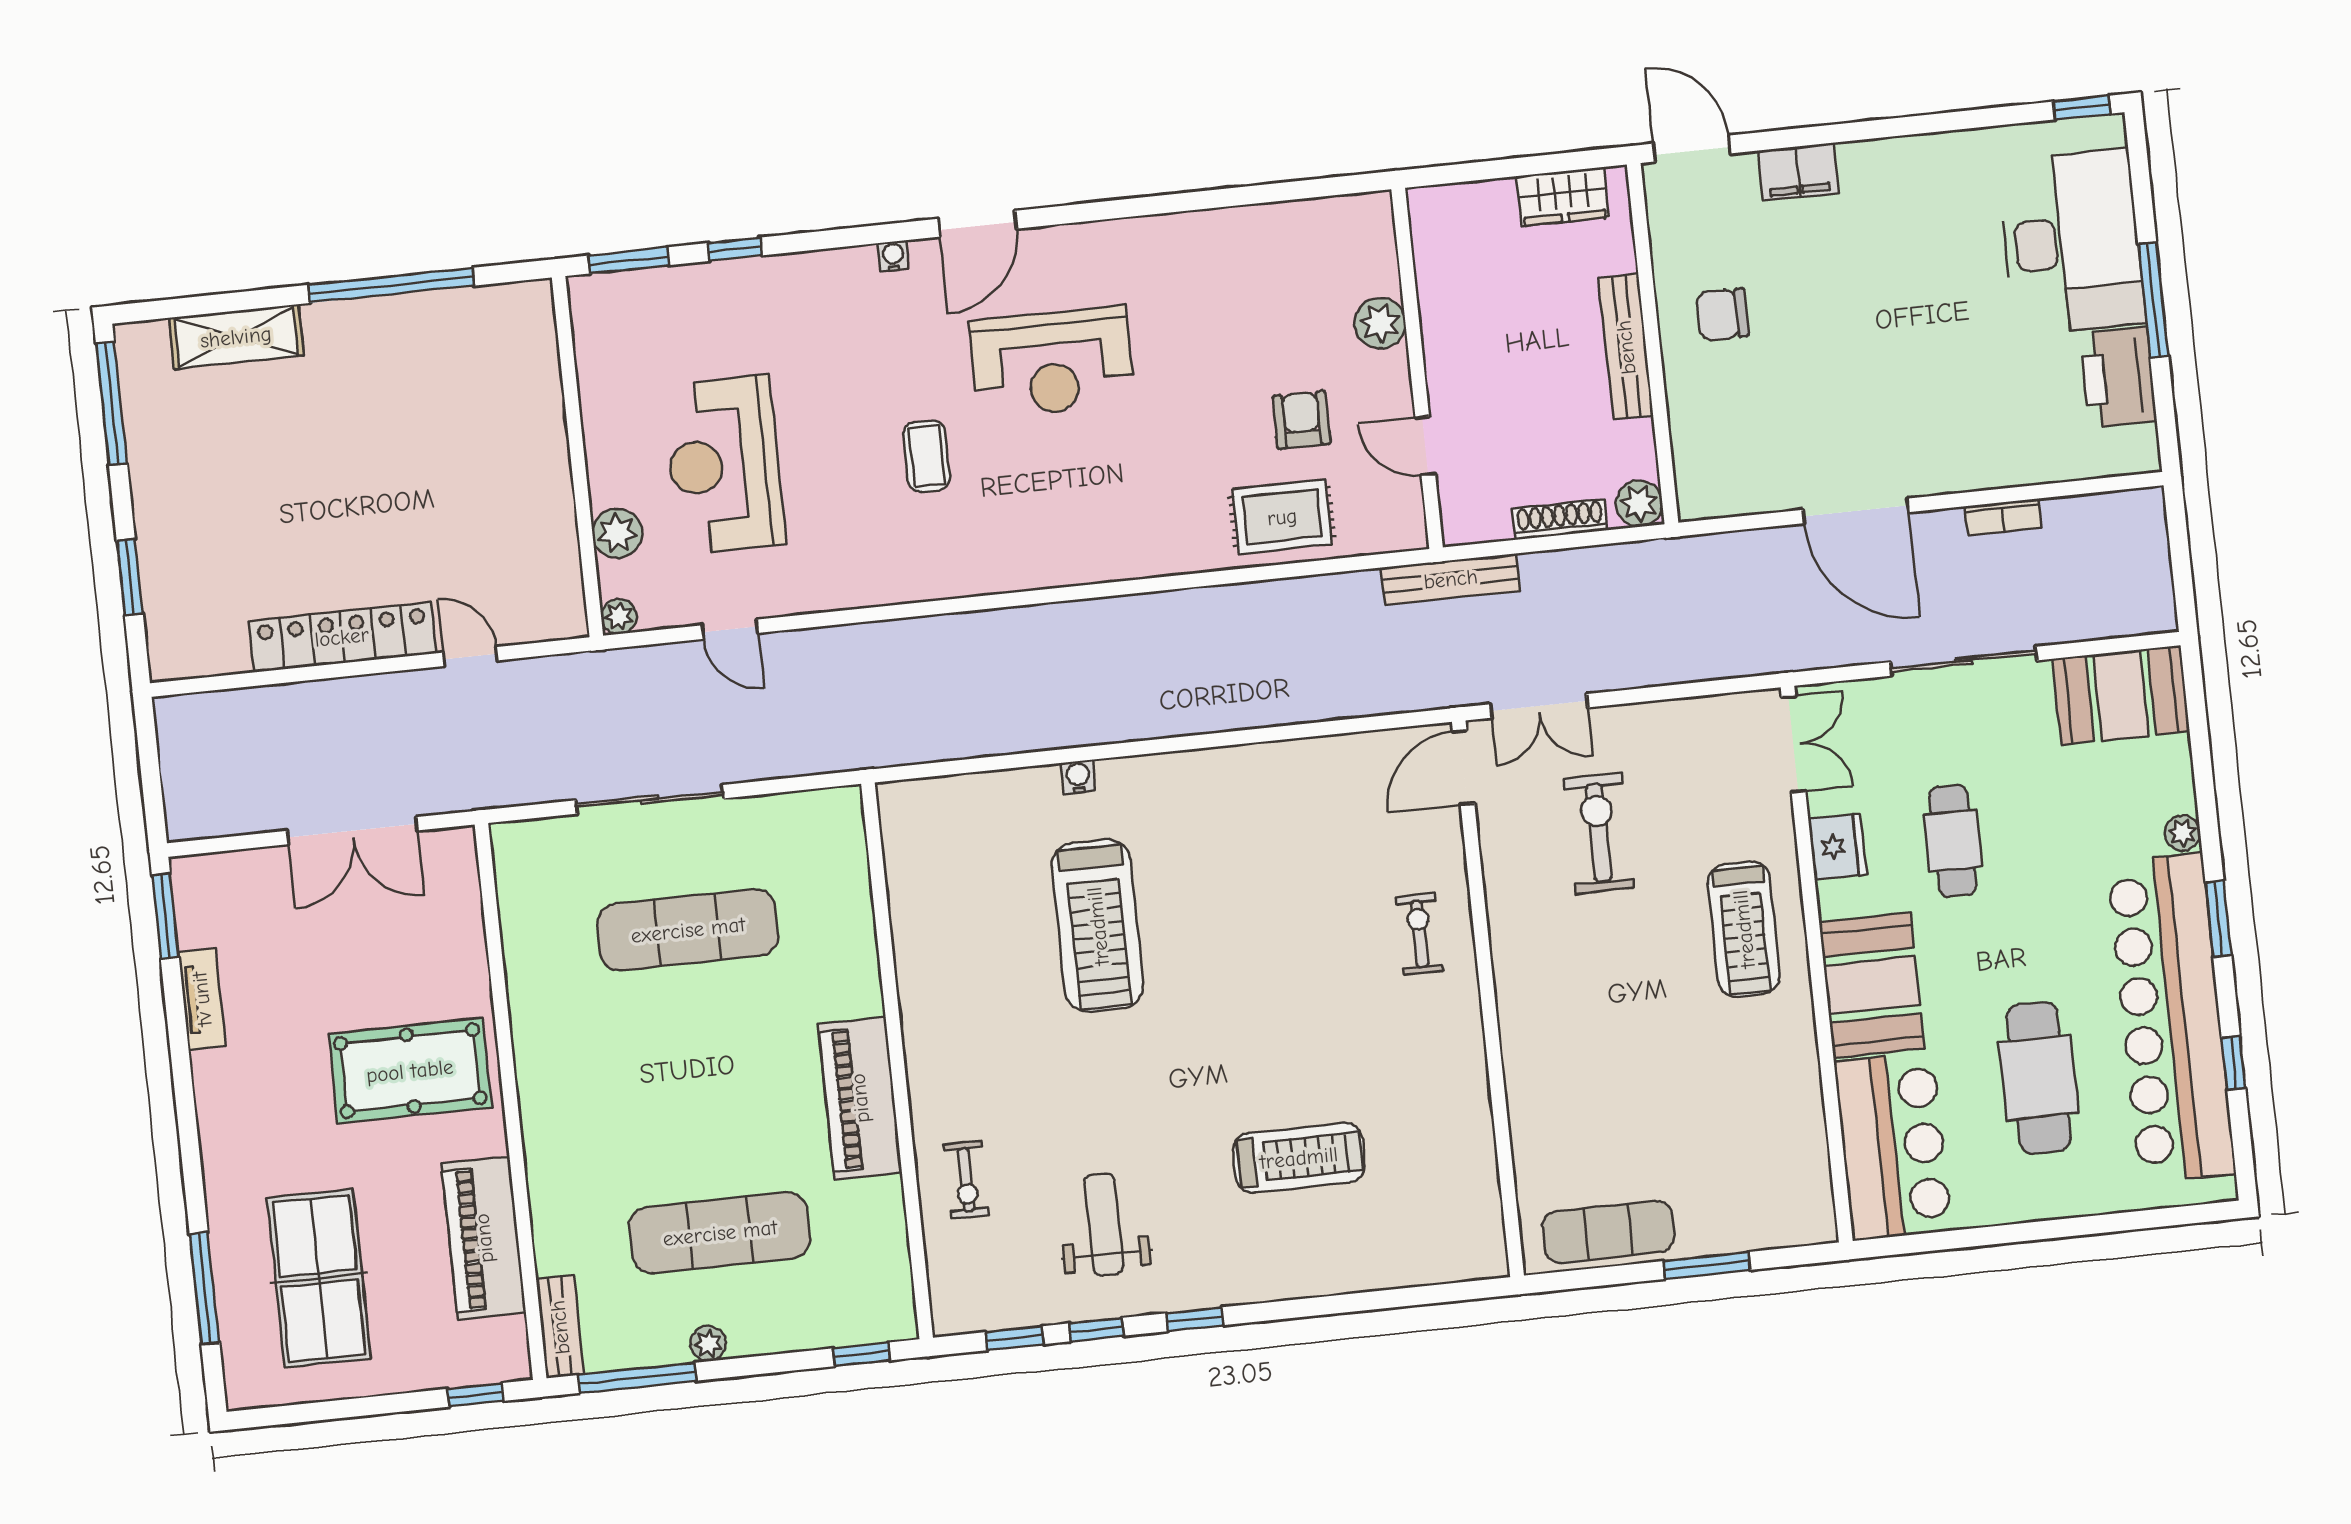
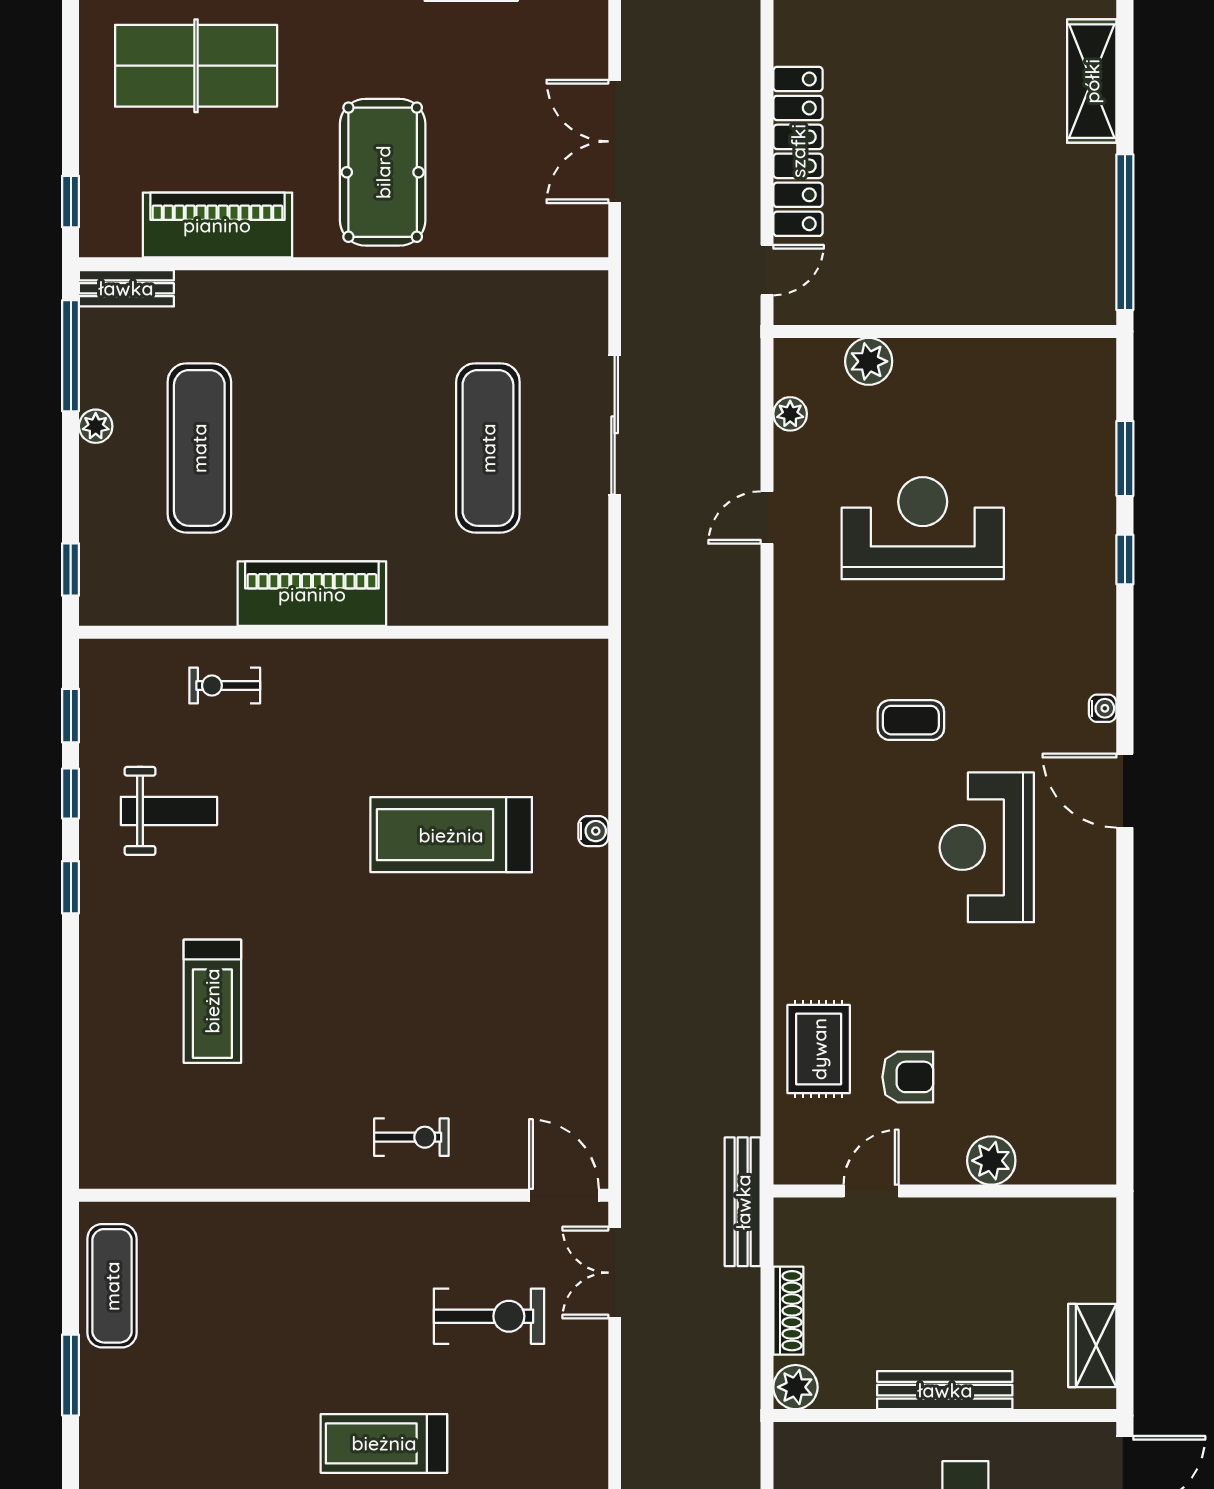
wall: (577, 457) -> (945, 332), moved
plant: (617, 533) -> (869, 361), moved

